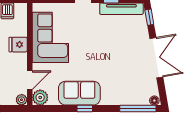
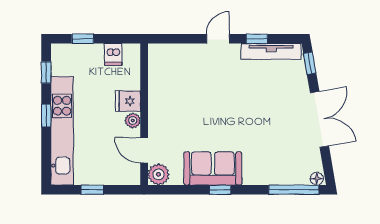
corner sofa: (50, 37) -> (173, 91), removed
door: (30, 80) -> (144, 150), swing flipped
plant: (22, 100) -> (133, 121), moved

